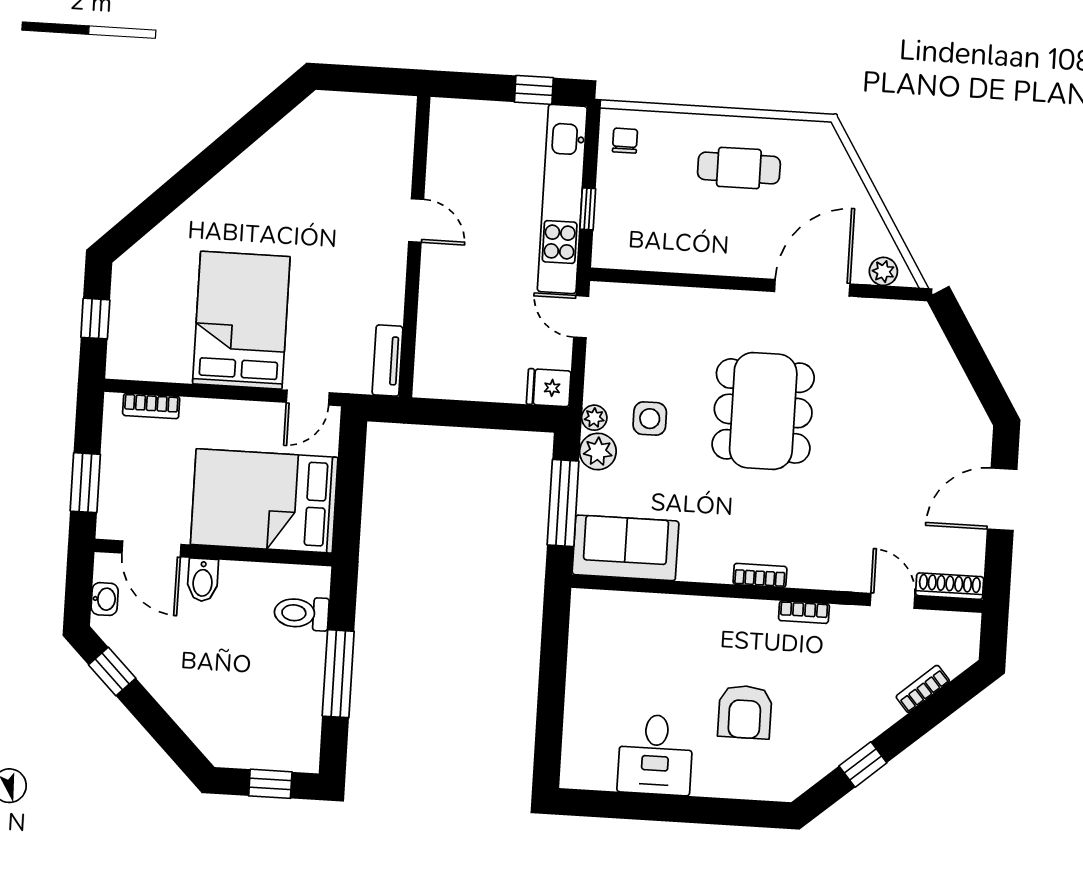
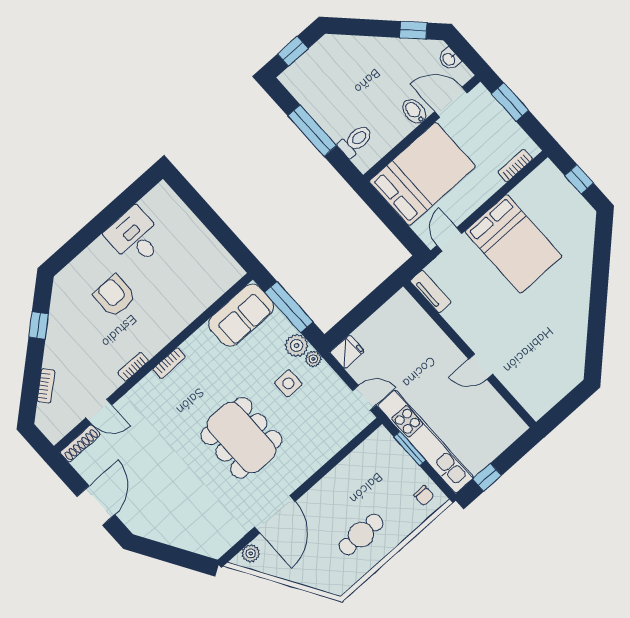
window: (588, 209) -> (410, 449), width x1.50

